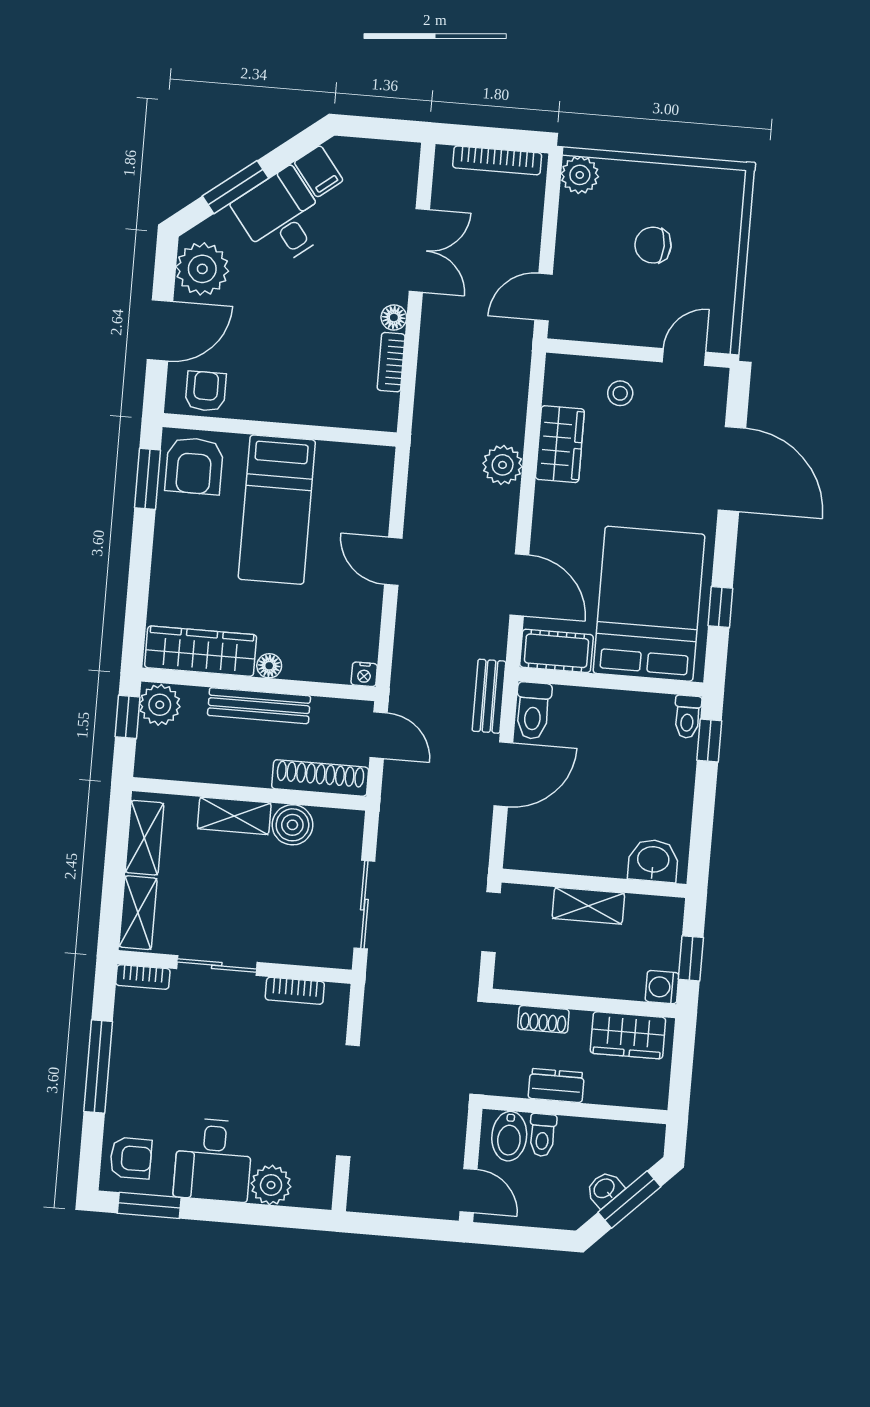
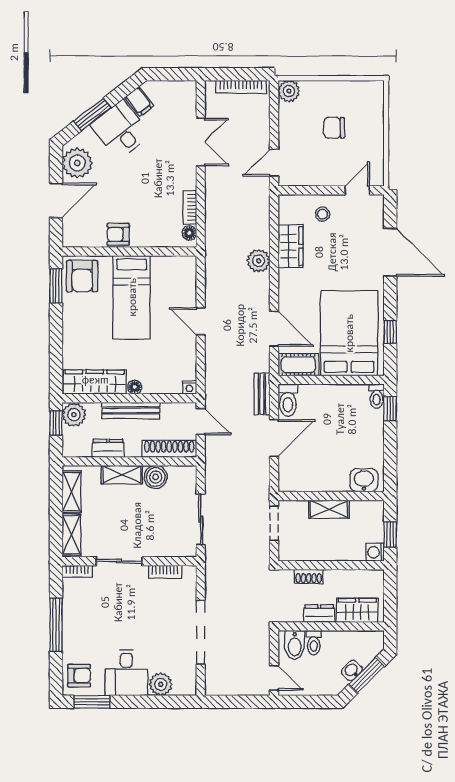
floor lamp: (394, 317) -> (189, 233), moved
armchair: (206, 391) -> (118, 234), moved, turned -90
dresser: (214, 768) -> (108, 448), added
wardrobe: (628, 1035) -> (357, 610), moved, turned 180

